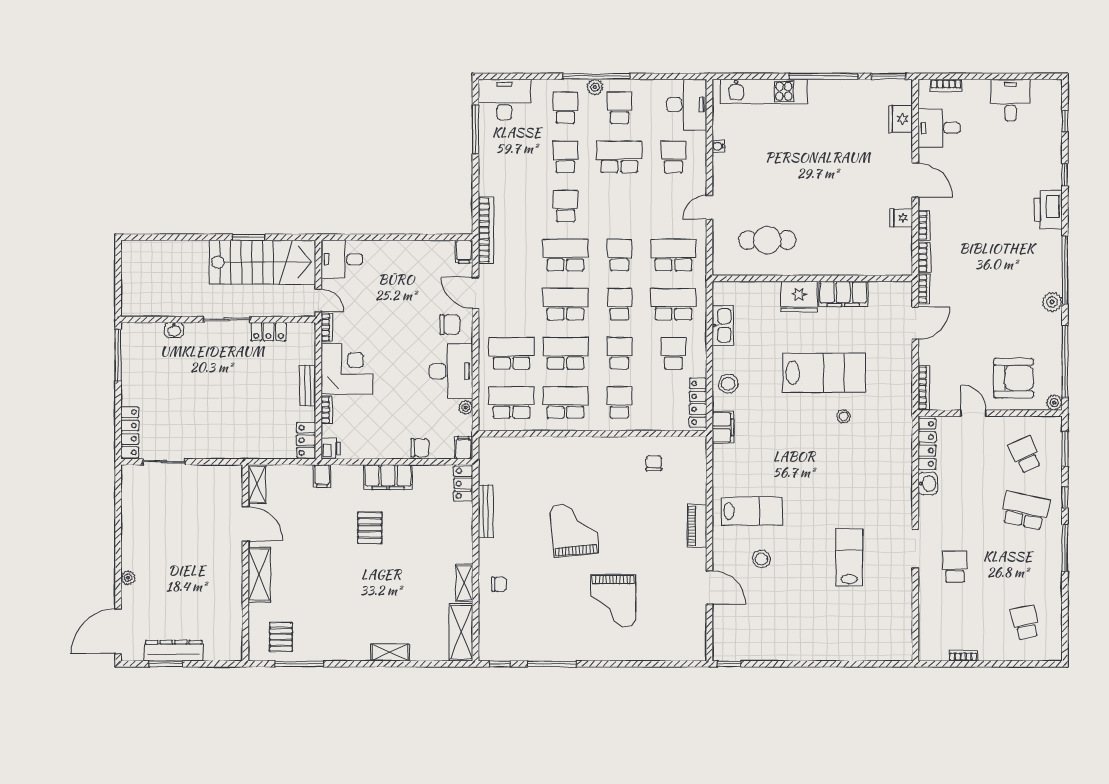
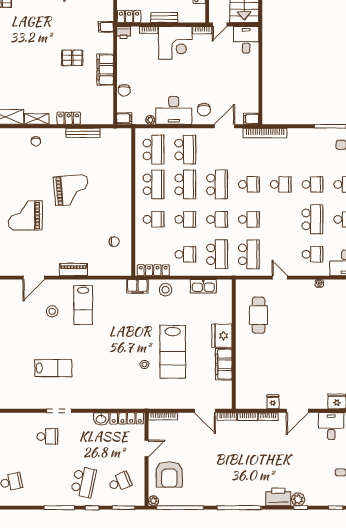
school desk: (565, 255) -> (249, 184), width x0.54
plant: (1052, 302) -> (298, 499), moved
locker: (463, 483) -> (69, 118), moved

